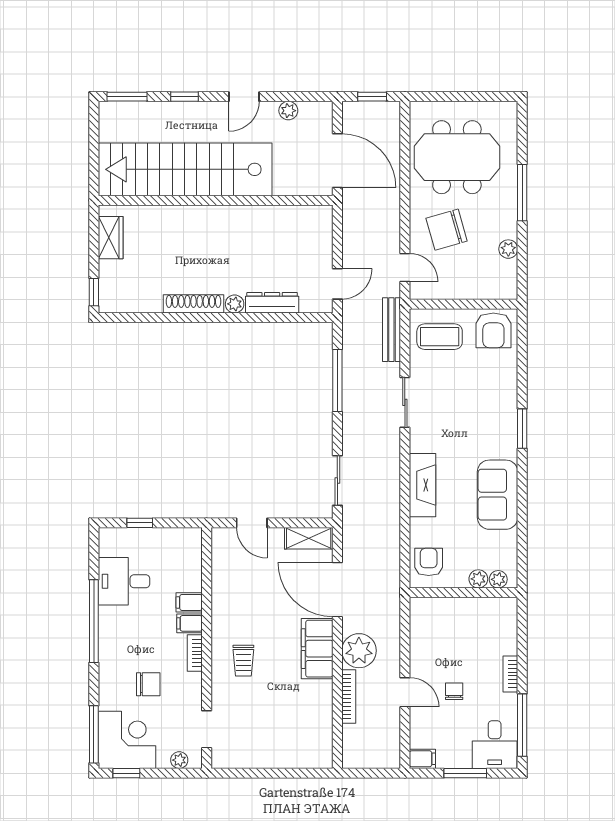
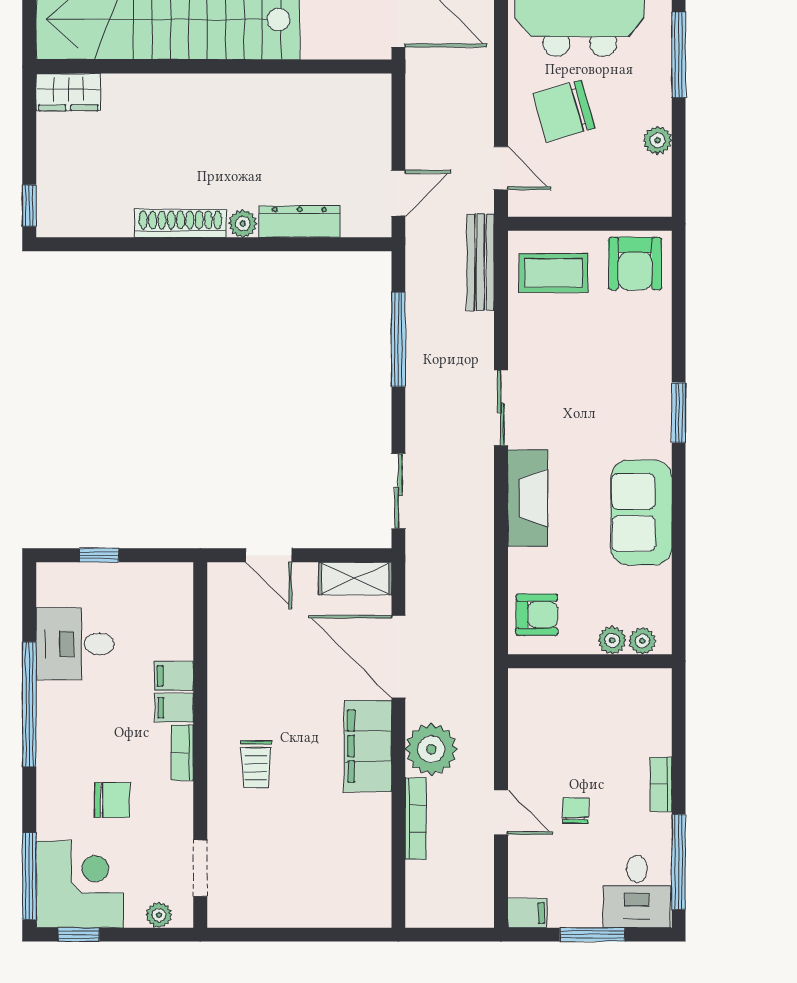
wardrobe: (111, 238) -> (68, 92), moved, turned 90
sliding door: (405, 402) -> (501, 408), moved
armchair: (429, 562) -> (537, 615), turned 90

